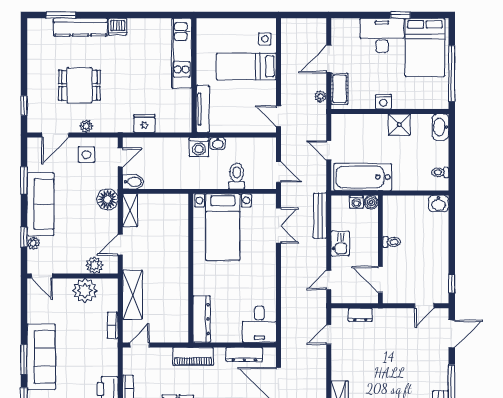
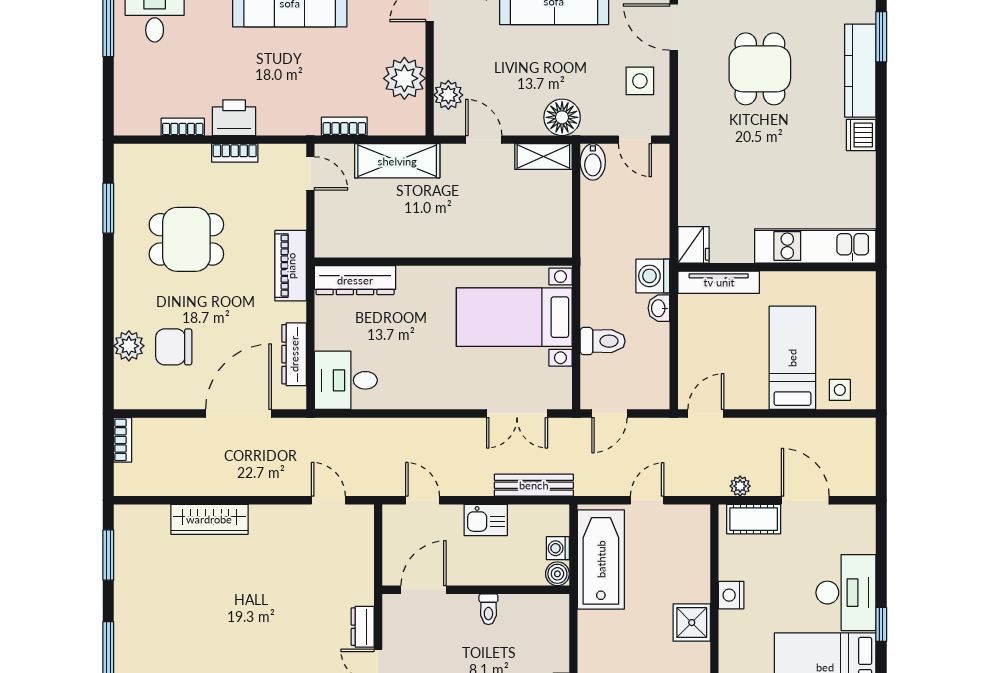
fridge: (144, 124) -> (694, 245), moved
plant: (86, 126) -> (689, 81), removed
dresser: (360, 315) -> (363, 627), moved

